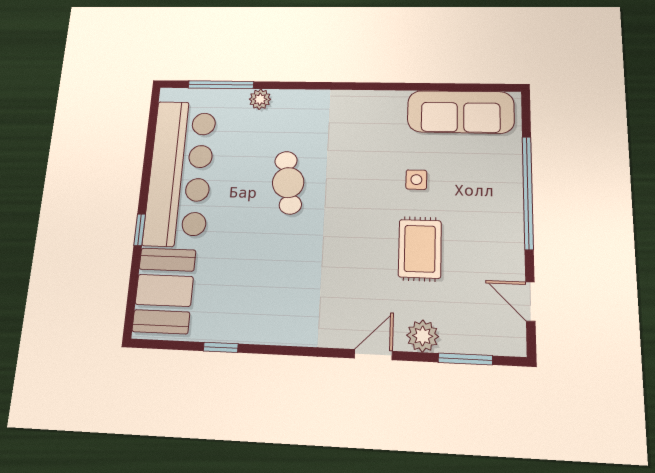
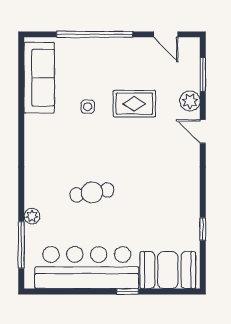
door: (530, 302) -> (166, 34), hinge flipped

